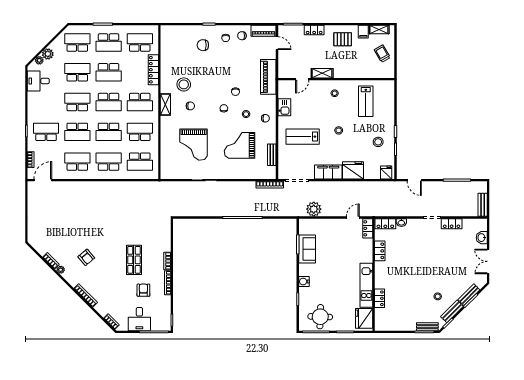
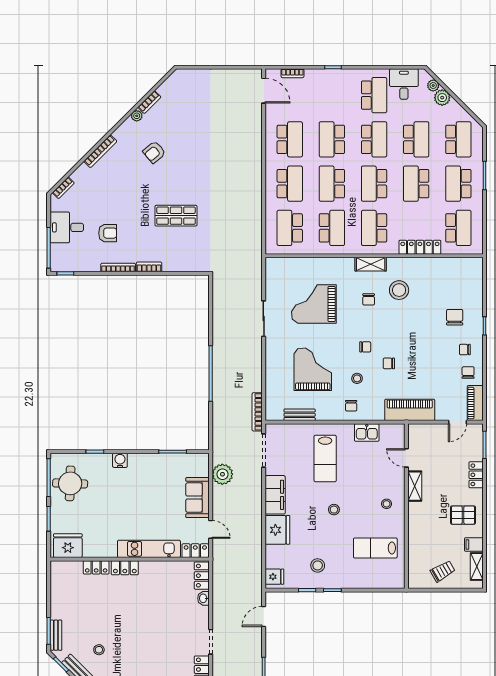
pallet: (343, 39) -> (463, 515), turned 90
school desk: (46, 132) -> (374, 95), moved
lab bench: (303, 137) -> (325, 458), turned 180
sofa: (307, 249) -> (197, 498), moved, turned 90
locker: (380, 251) -> (125, 568), moved
shop shelf: (134, 260) -> (176, 216), moved
kitchen unit: (366, 285) -> (149, 549), moved

